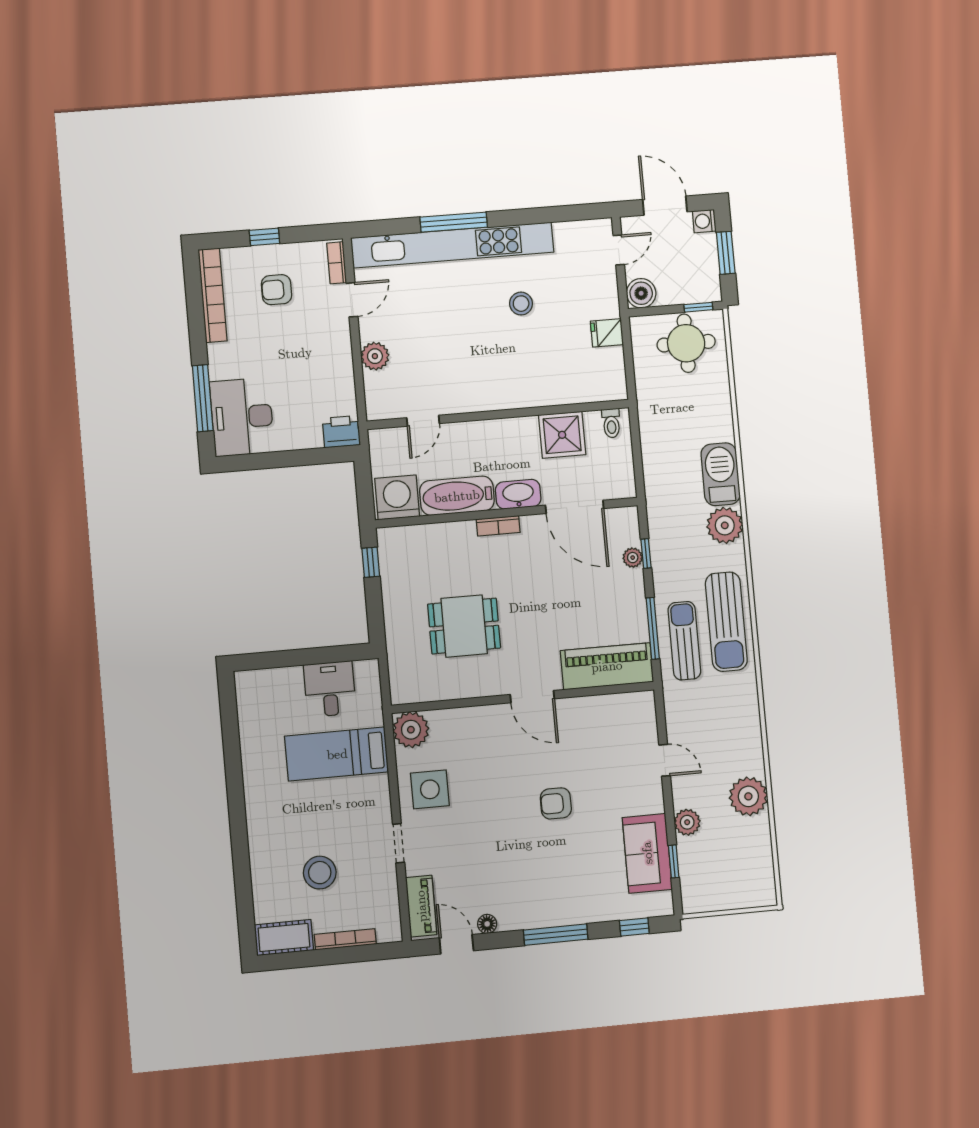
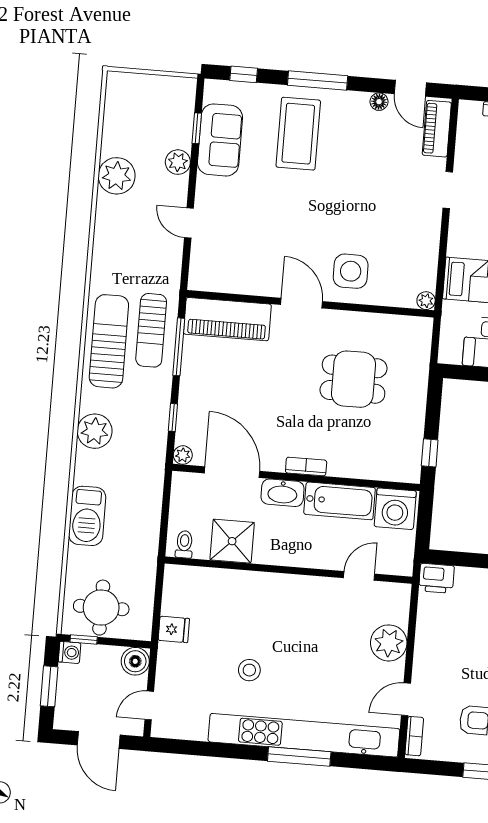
washing machine: (704, 221) -> (70, 652), moved
plant: (375, 356) -> (389, 643), width x1.36, depth x1.36
barbecue: (721, 474) -> (87, 516), moved
plant: (633, 558) -> (183, 455), moved
plant: (411, 730) -> (426, 301), width x0.53, depth x0.53
side table: (430, 789) -> (351, 271), moved
armchair: (556, 803) -> (297, 201), removed
coffee table: (566, 875) -> (298, 134), added

